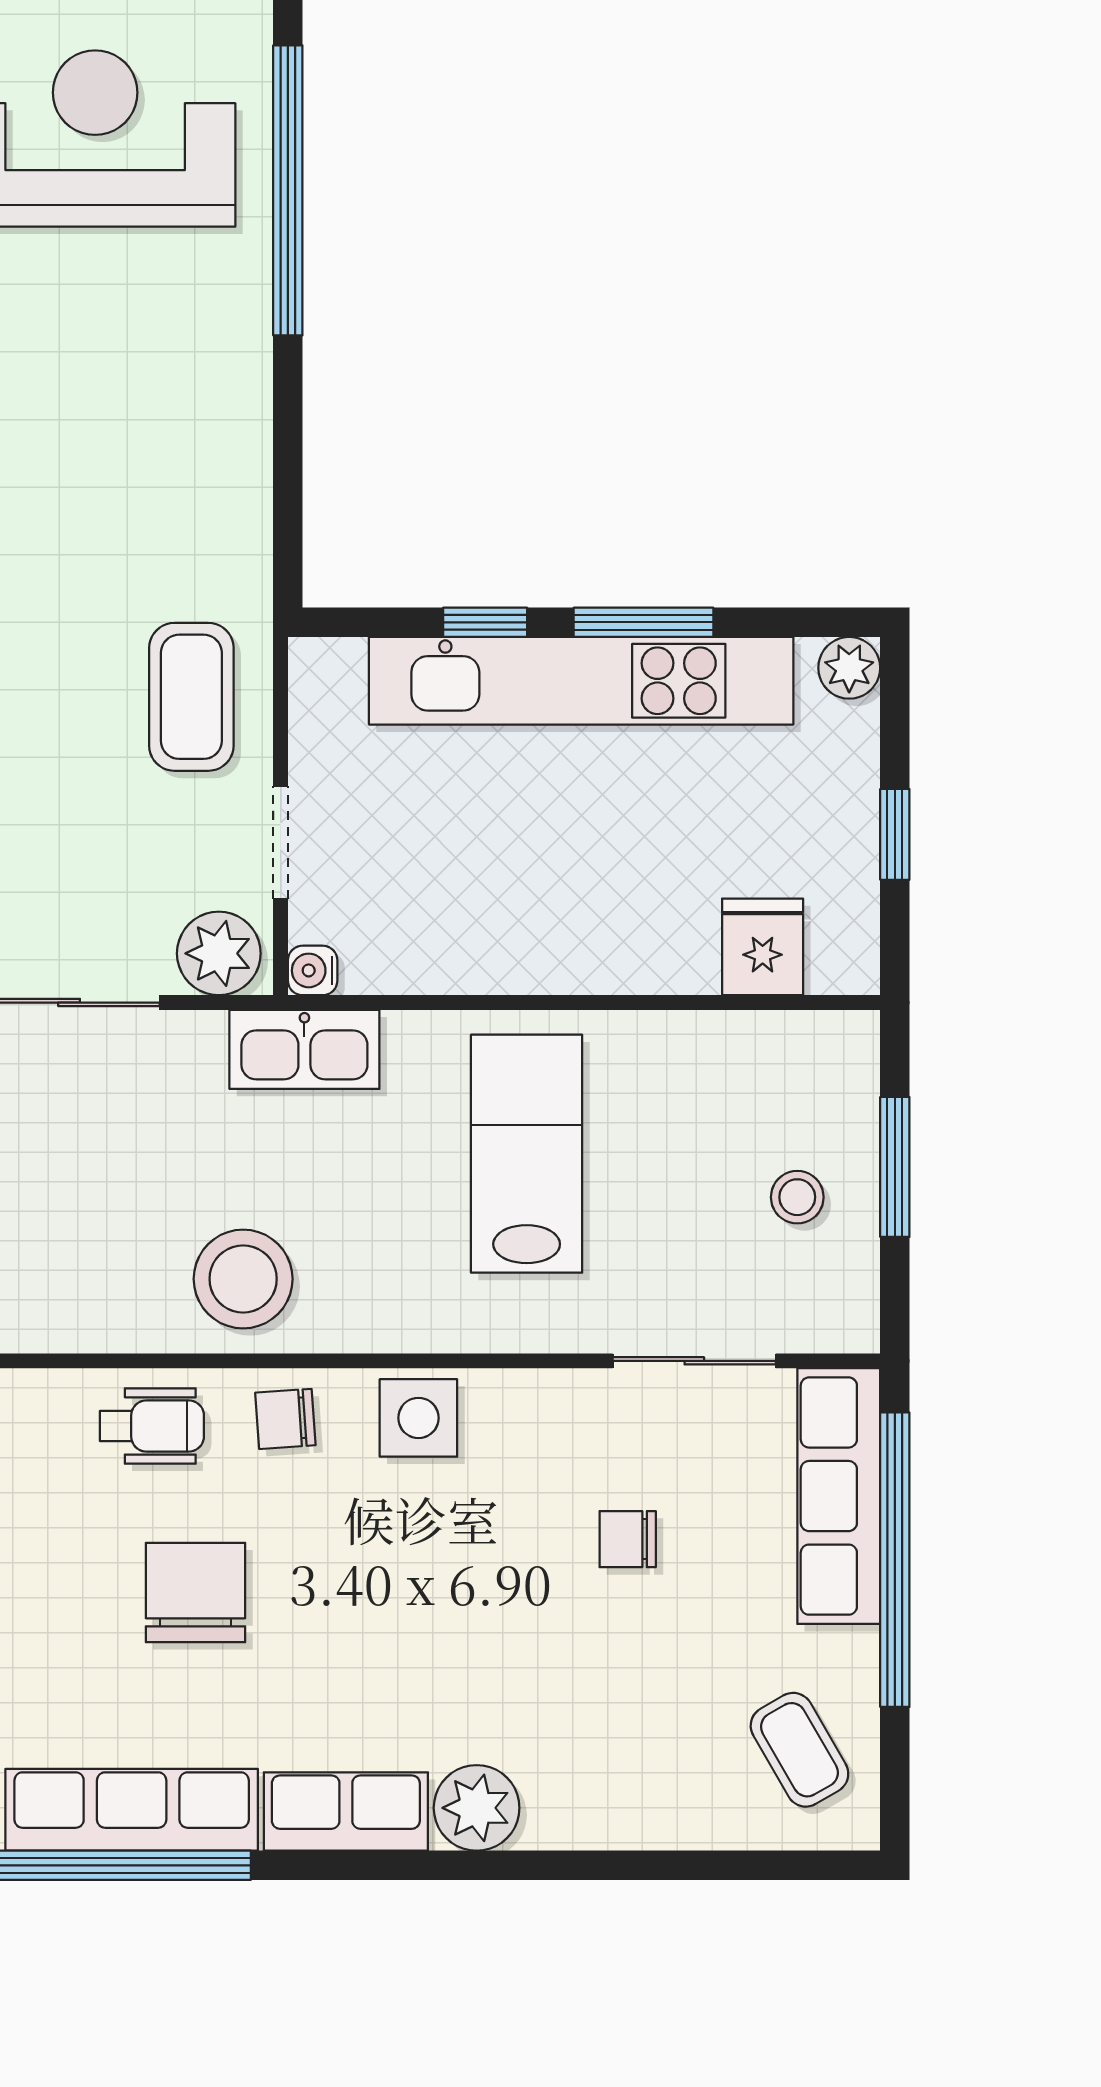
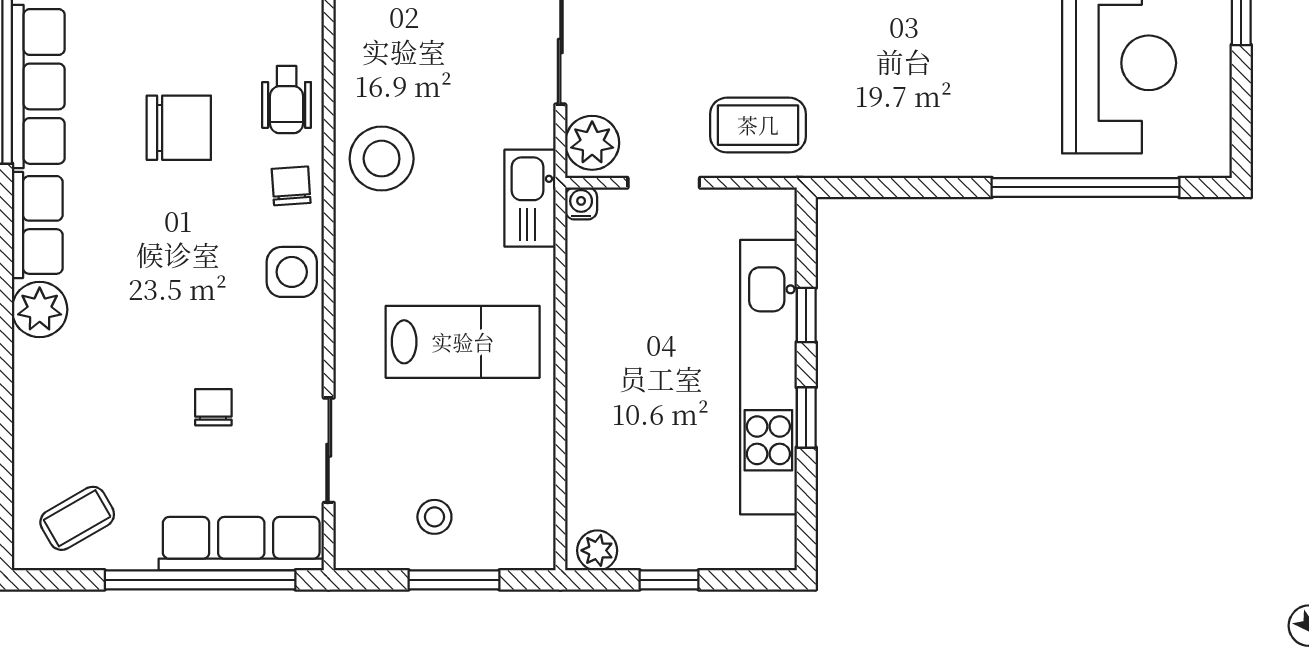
window: (644, 622) -> (806, 417), width x0.67
plant: (849, 668) -> (597, 550), moved
fridge: (763, 947) -> (596, 494), removed

